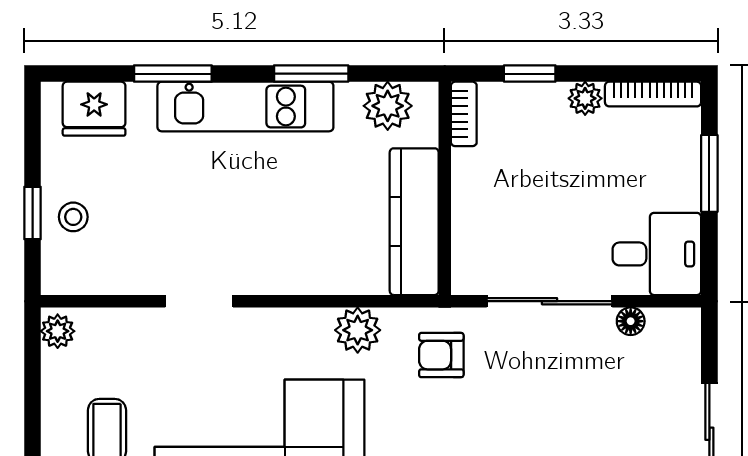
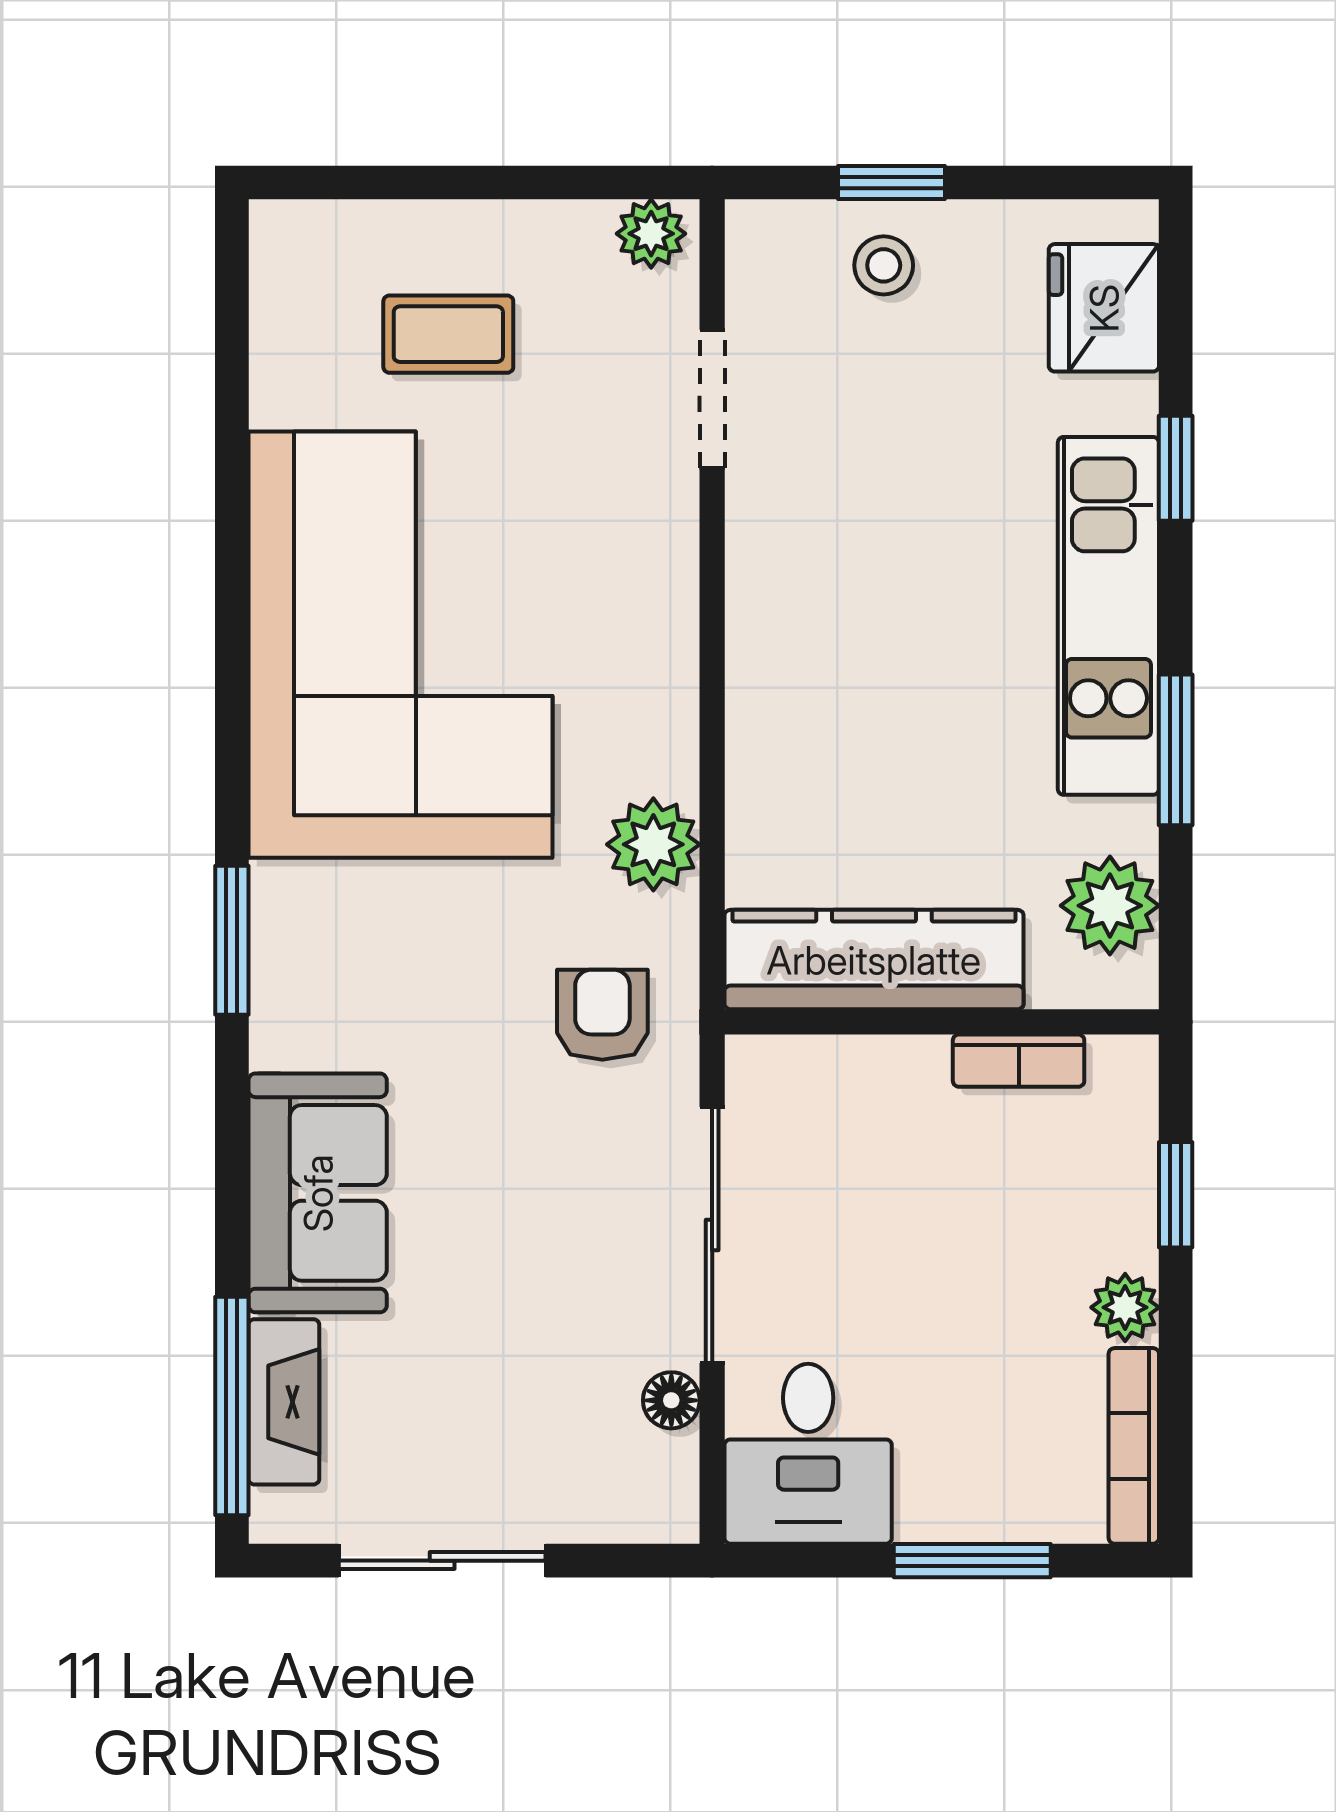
window: (173, 74) -> (1176, 468), width x0.67
bookcase: (464, 114) -> (1019, 1061), moved
doorway: (199, 301) -> (712, 399), moved

